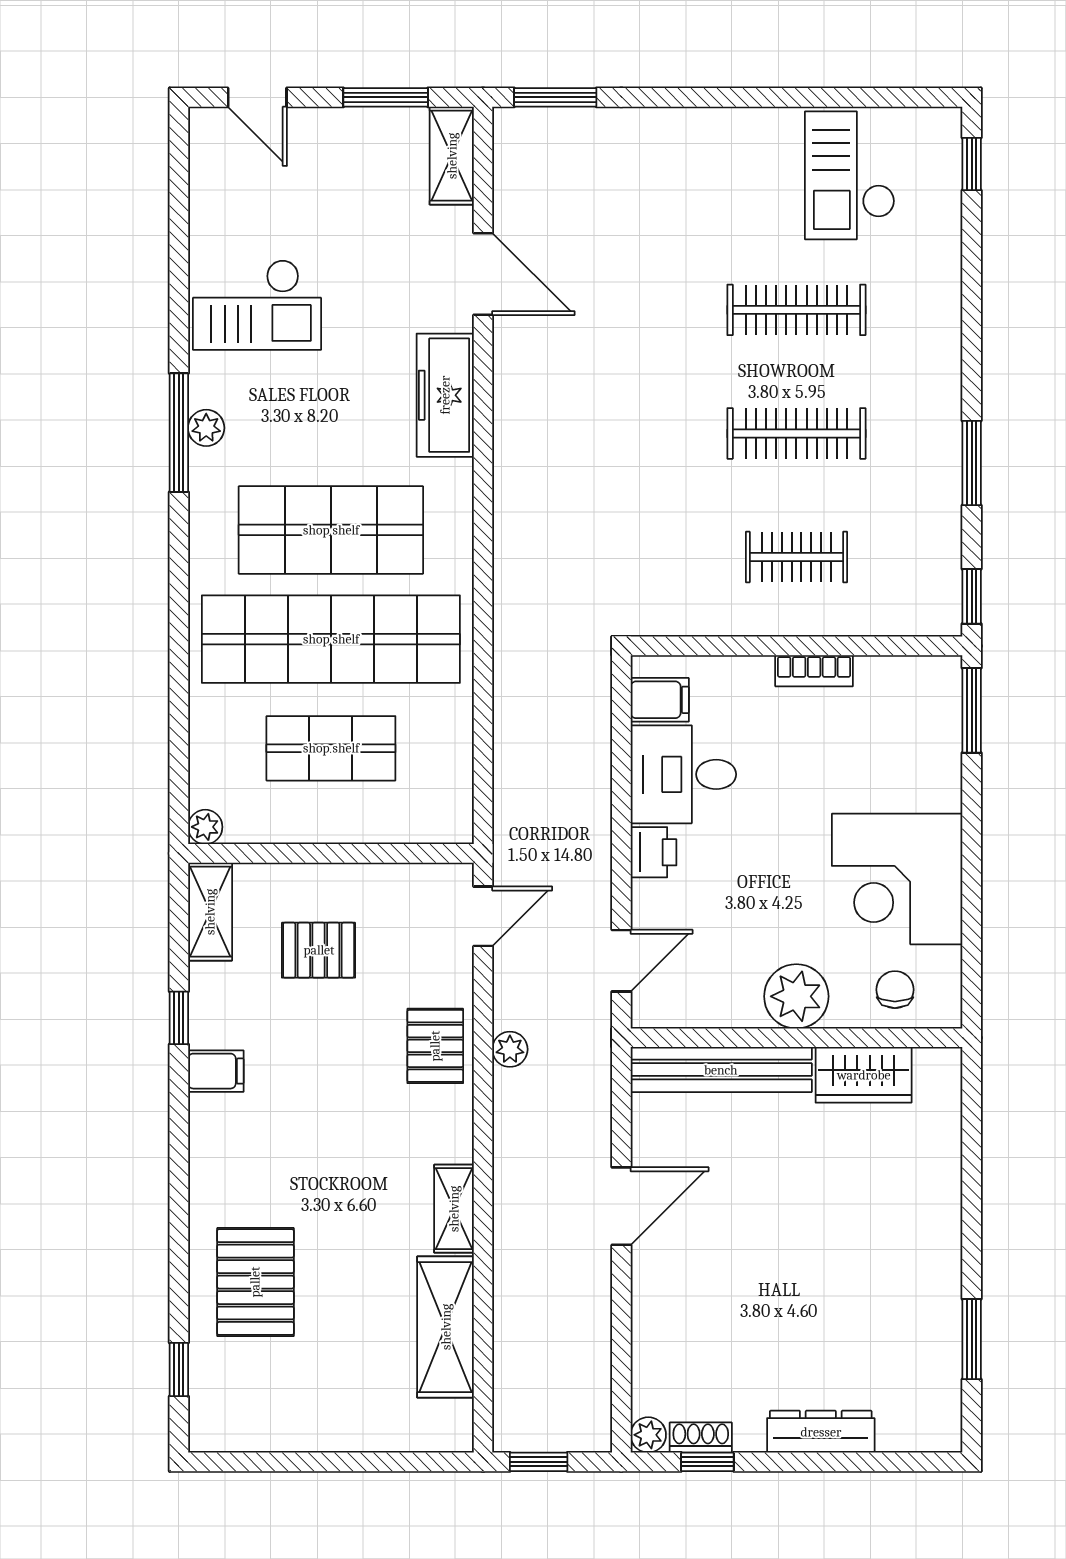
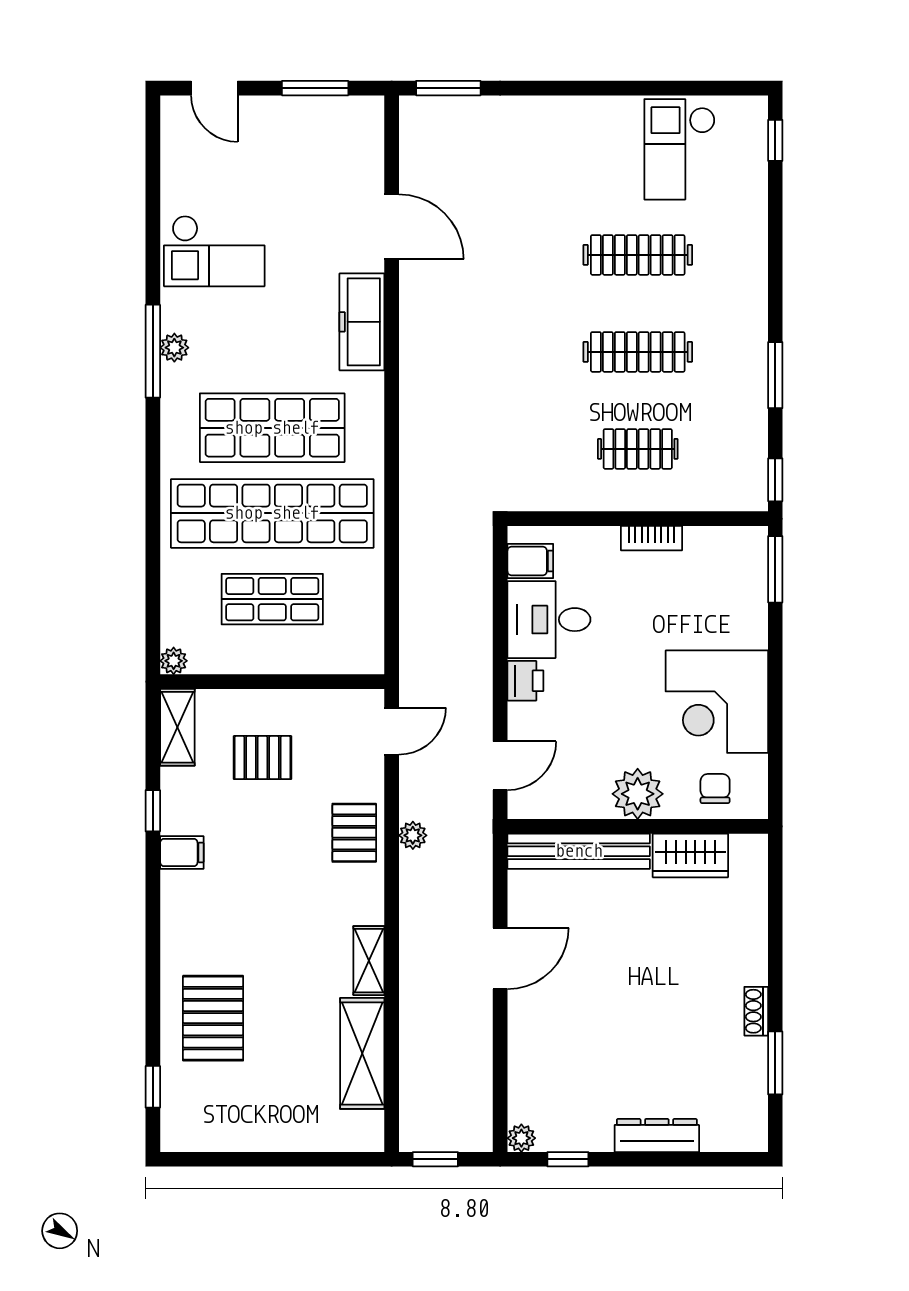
shelving: (452, 156) -> (367, 134), removed
shoe rack: (701, 1438) -> (756, 1011), moved, turned -90

